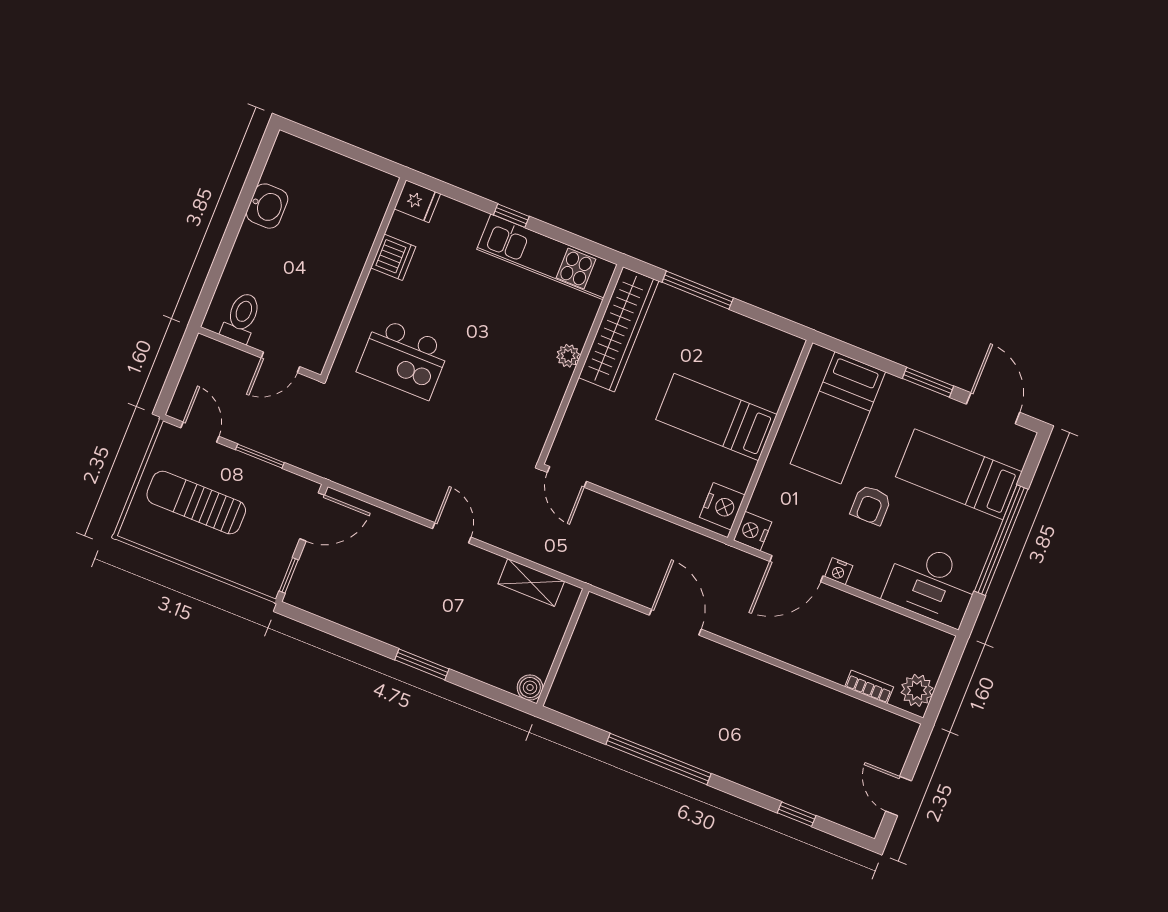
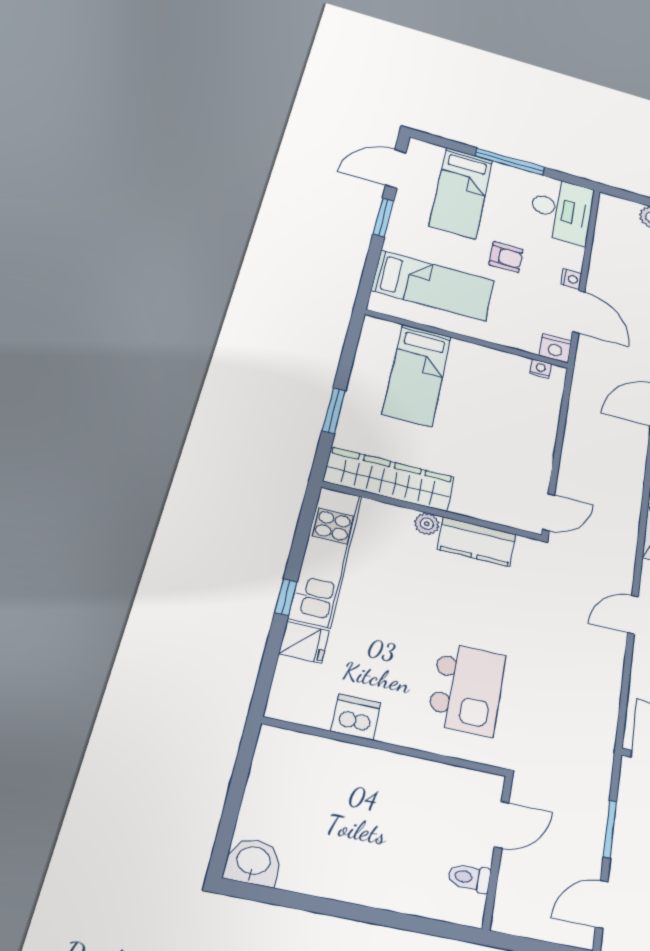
fridge: (417, 201) -> (304, 642), moved, turned 90
washbasin: (267, 206) -> (253, 862), moved
window: (698, 290) -> (334, 411), width x0.69
toilet: (241, 318) -> (469, 878), width x0.73, depth x0.72
door: (280, 362) -> (502, 825), hinge flipped
kitchen counter: (544, 399) -> (477, 542), added
bed: (716, 417) -> (417, 375), moved
nightstand: (722, 506) -> (541, 369), width x0.53, depth x0.56
window: (1001, 540) -> (510, 162), width x0.68

